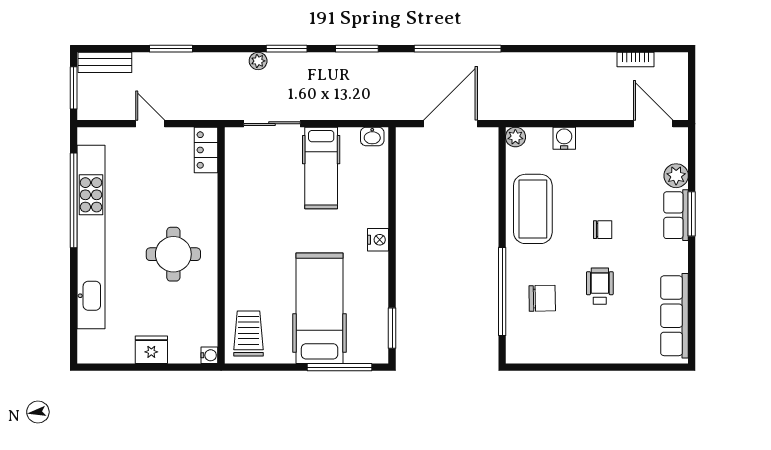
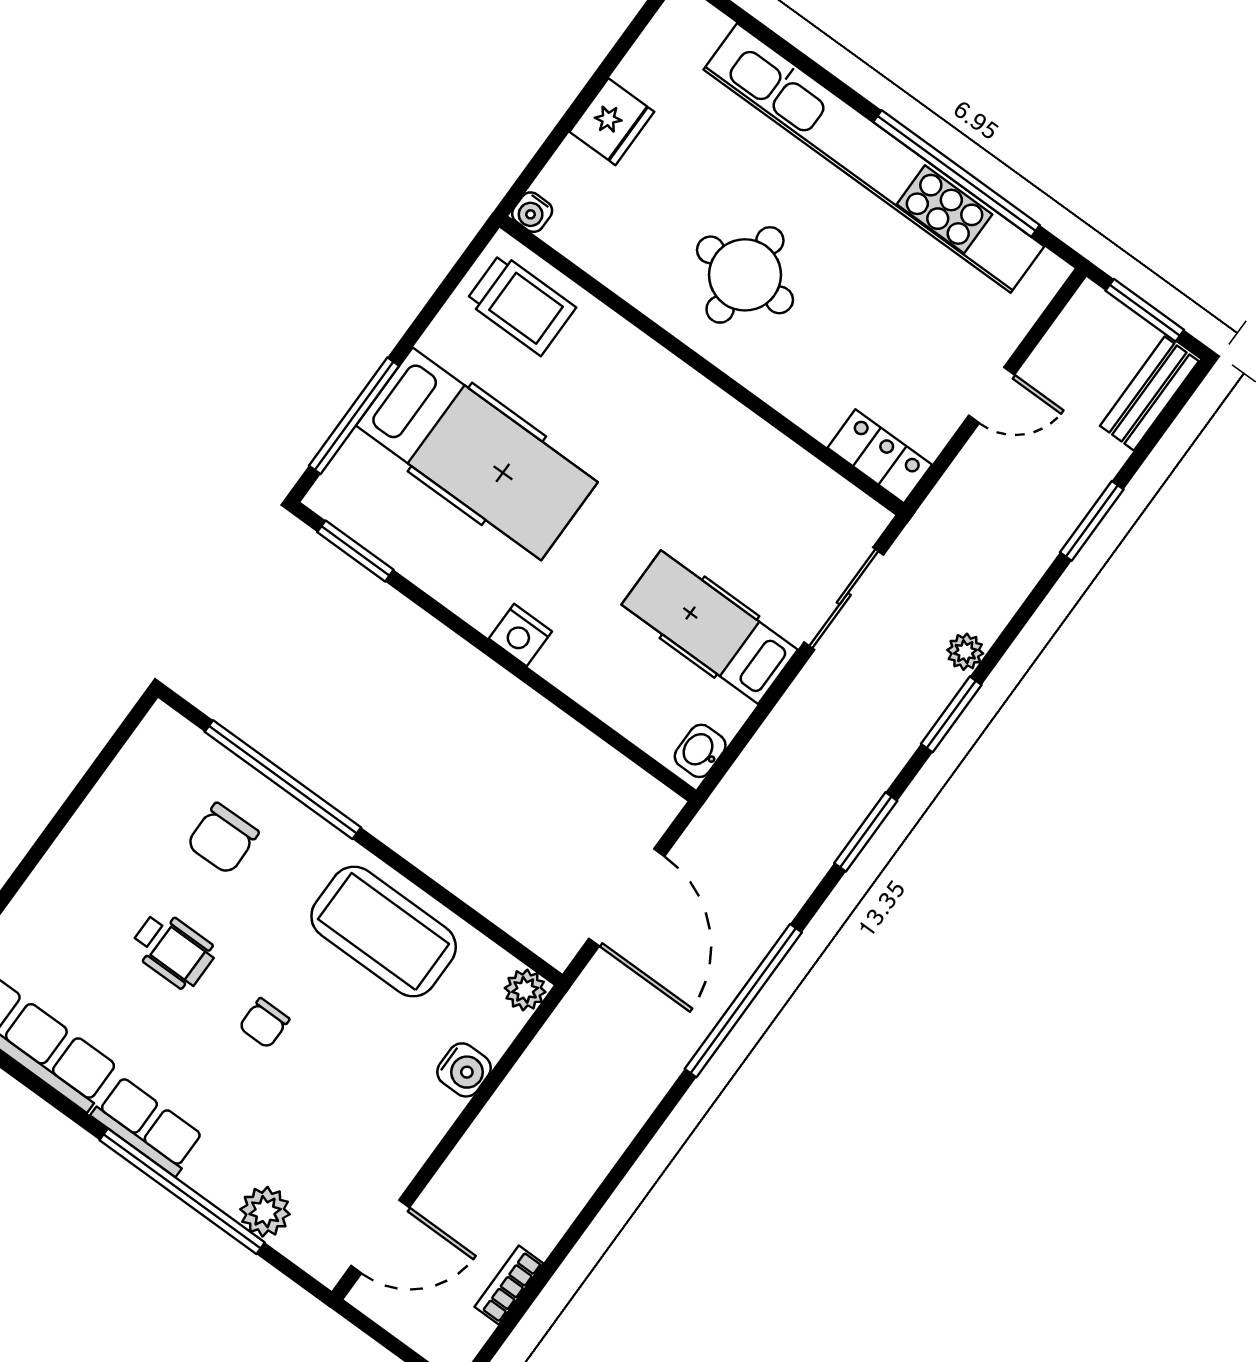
window: (692, 214) -> (182, 1191), width x2.11
row of seats: (676, 215) -> (148, 1126), moved

